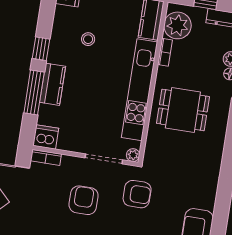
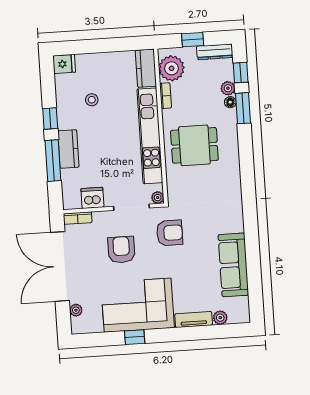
dishwasher: (46, 137) -> (92, 198), moved

